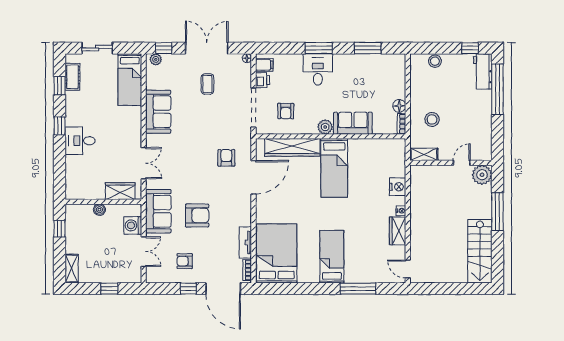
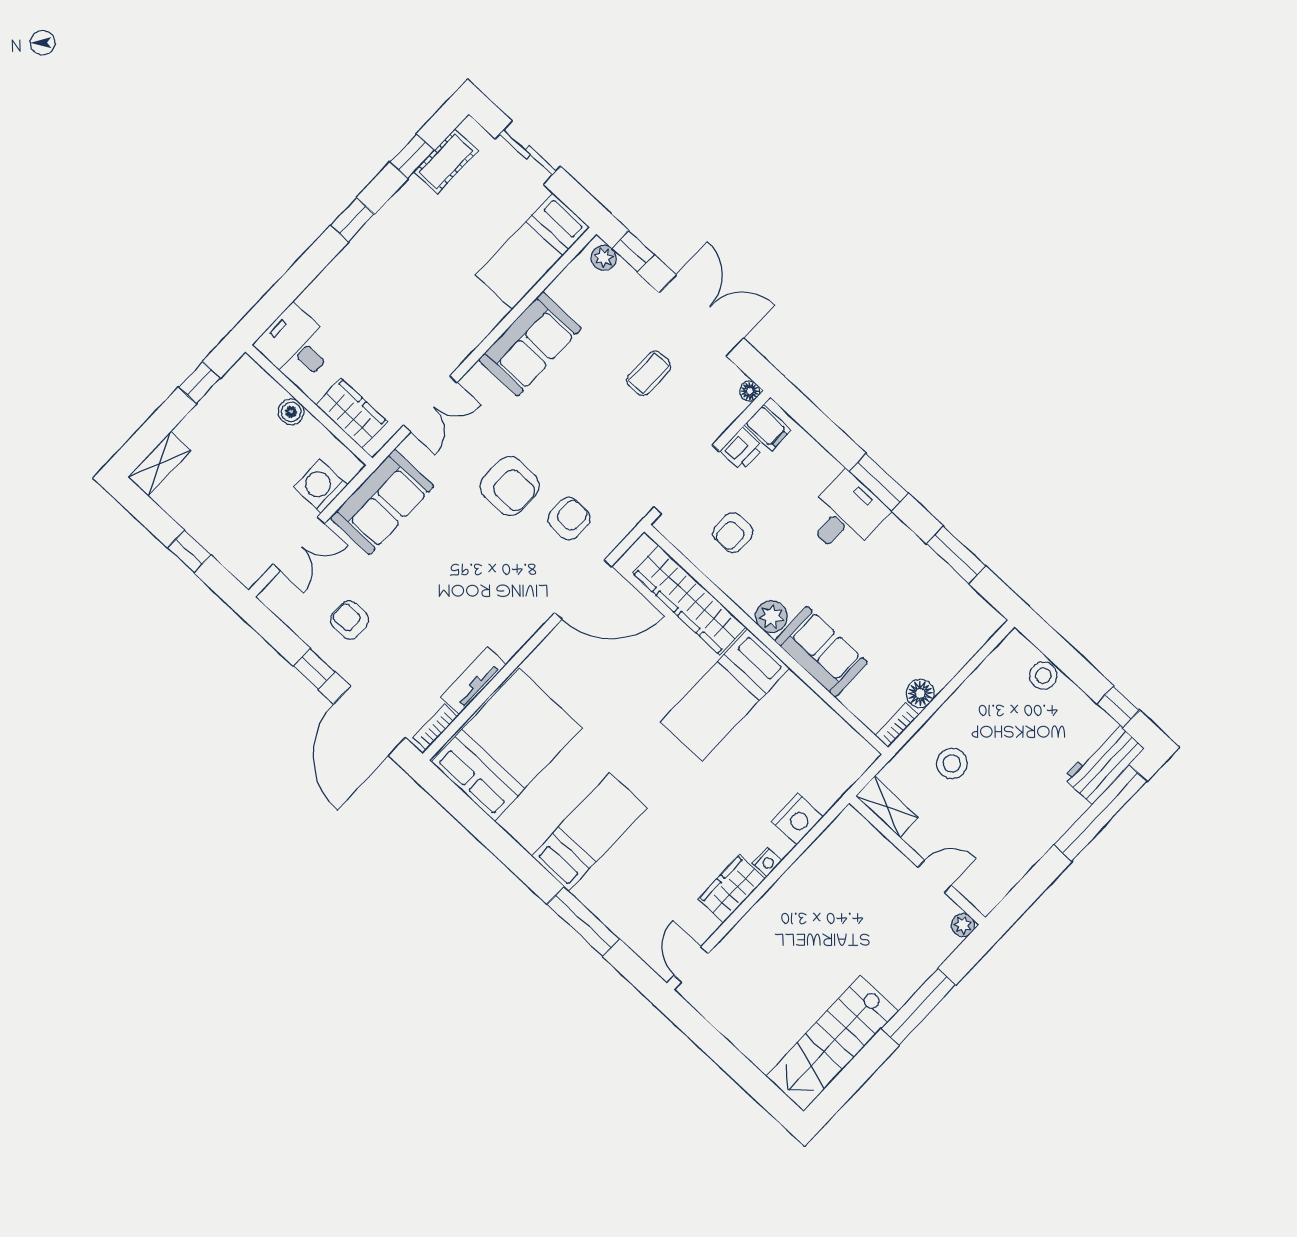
desk: (80, 141) -> (296, 345), moved
plant: (482, 175) -> (963, 925), width x0.53, depth x0.53
armchair: (197, 215) -> (510, 486), moved

